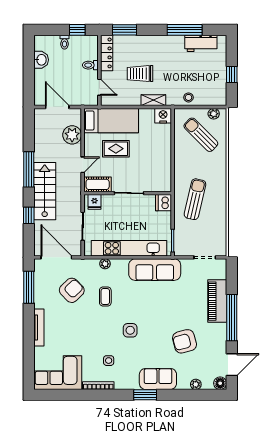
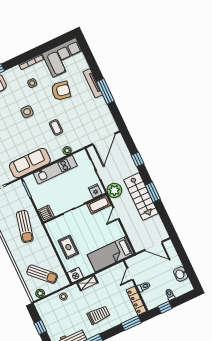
trolley: (140, 74) -> (98, 315), moved
door: (99, 87) -> (130, 274), hinge flipped
plant: (72, 135) -> (114, 190), moved
rug: (116, 149) -> (68, 247), moved, turned 90
window: (29, 169) -> (153, 192), width x0.69
stairs: (45, 191) -> (141, 196), moved
kitchen unit: (129, 248) -> (55, 170), width x0.73
door: (56, 257) -> (104, 139), hinge flipped
window: (29, 287) -> (105, 91), moved
armchair: (72, 290) -> (61, 91), moved, turned -126

